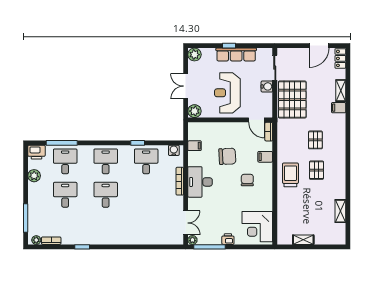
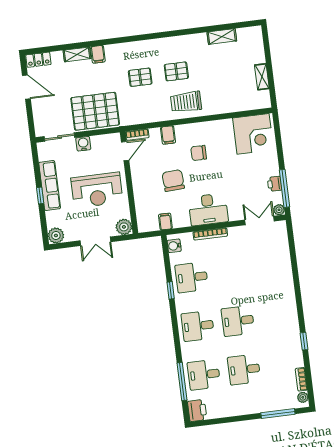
plant: (34, 176) -> (226, 410), removed
printer: (228, 239) -> (275, 184), moved

